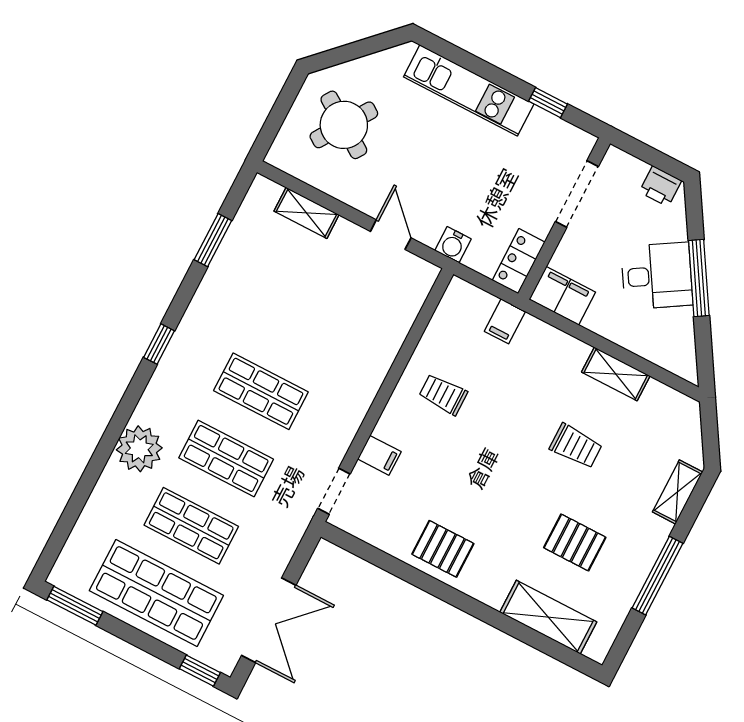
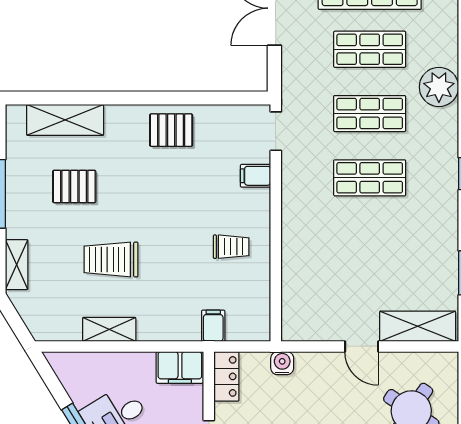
shelving: (307, 213) -> (418, 326), width x1.50, depth x1.33
door: (391, 235) -> (362, 346), moved
trolley: (576, 446) -> (111, 259), width x1.36, depth x1.39

